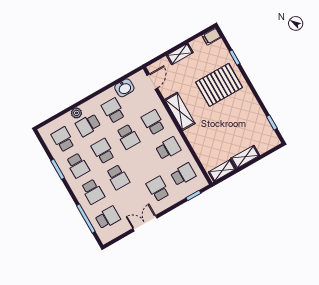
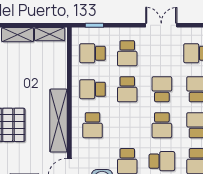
shelving: (180, 111) -> (58, 121), width x1.47
school desk: (128, 137) -> (127, 89), moved, turned 180
double door: (145, 223) -> (161, 25), swing flipped

